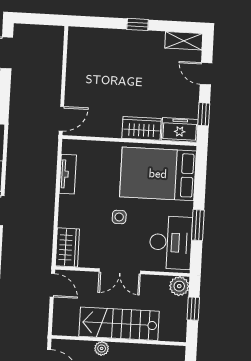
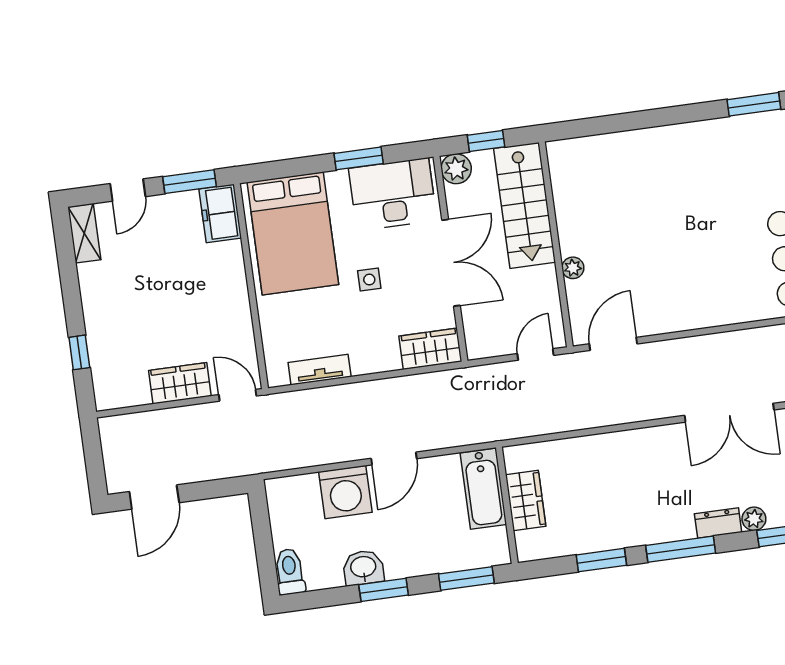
window: (138, 24) -> (79, 352), moved
window: (204, 114) -> (190, 182), width x1.50
wardrobe: (142, 128) -> (180, 383), moved, turned 90
double door: (120, 271) -> (451, 263), width x1.37
door: (52, 285) -> (536, 354), moved
stairs: (119, 324) -> (525, 205), moved

